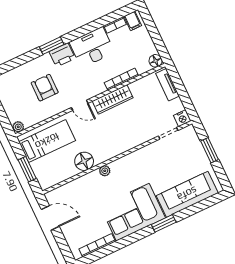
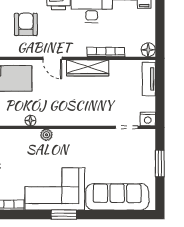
floor lamp: (84, 161) -> (30, 121), width x0.53, depth x0.53
window: (164, 223) -> (64, 215), moved

